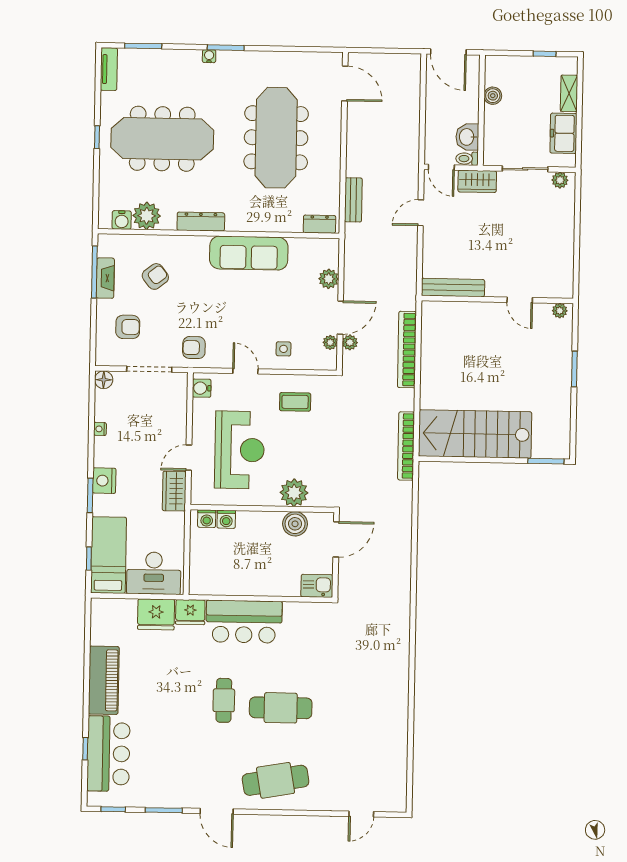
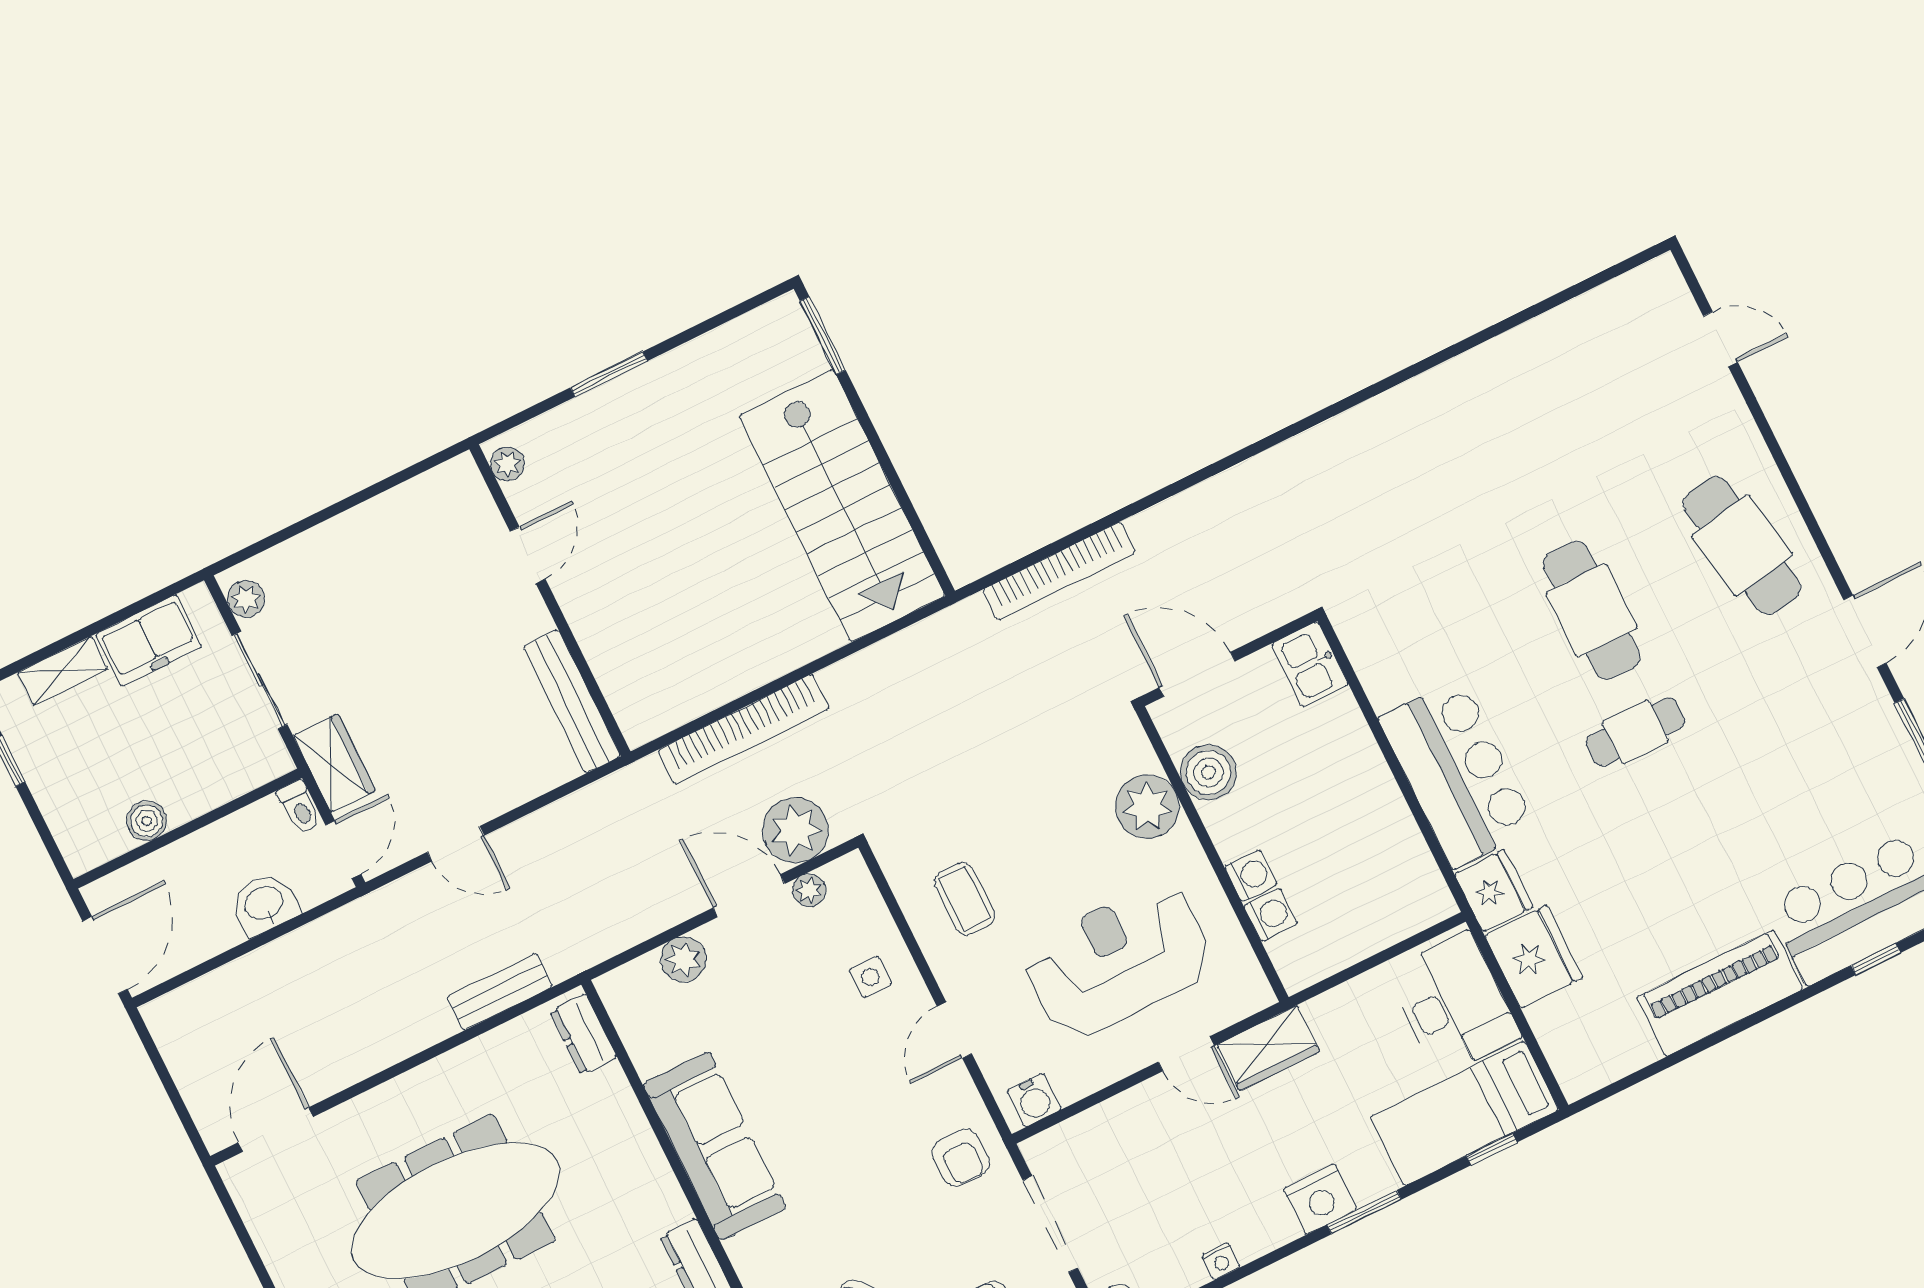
washbasin: (467, 137) -> (264, 904), moved, turned 180
plant: (350, 342) -> (795, 830), width x1.87, depth x1.87
bookcase: (406, 446) -> (1059, 571), moved
washing machine: (207, 519) -> (1251, 876), moved

